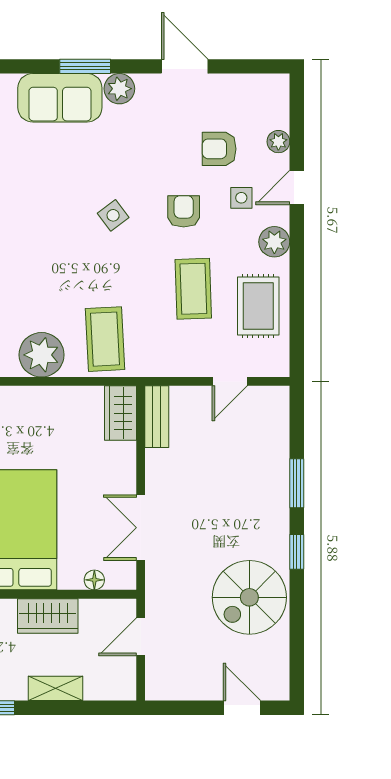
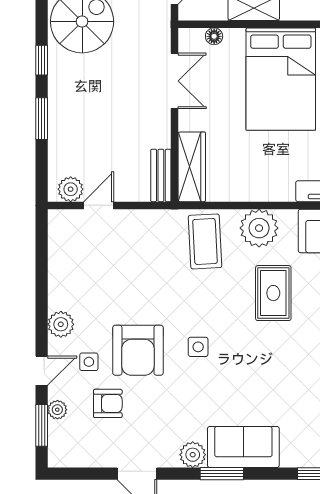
window: (297, 123) -> (42, 425), added
armchair: (184, 211) -> (138, 350), width x1.88, depth x1.88
side table: (113, 215) -> (198, 347), turned 37
coffee table: (193, 289) -> (130, 284), removed
rug: (258, 306) -> (273, 293), moved
plant: (263, 400) -> (71, 189), added
wardrobe: (121, 413) -> (192, 167), width x1.50

